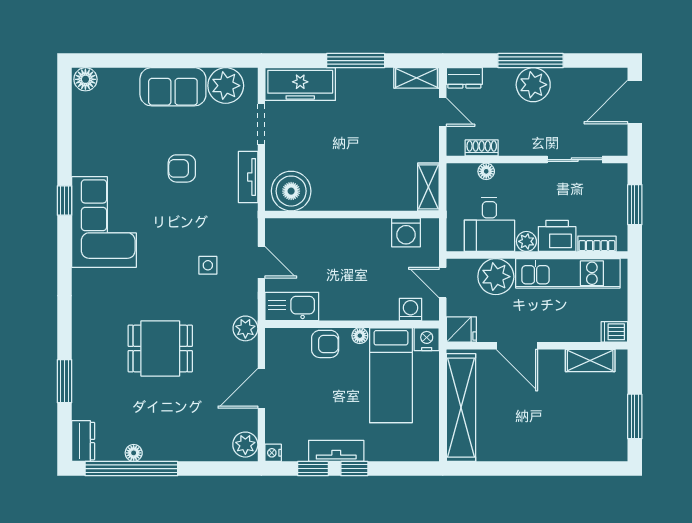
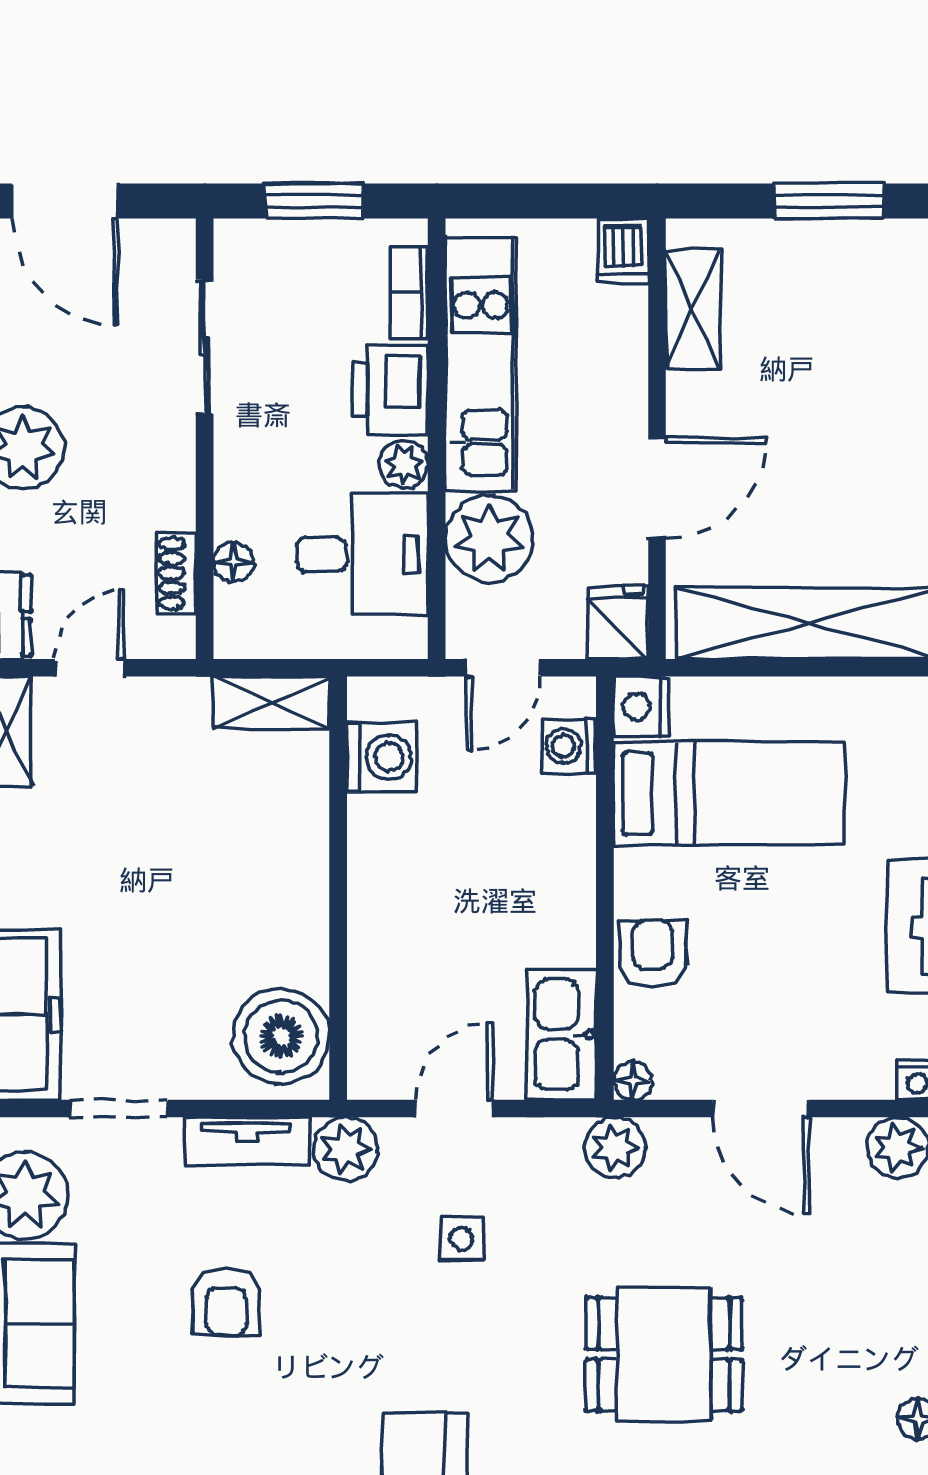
plant: (245, 218) -> (346, 1149), added
floor lamp: (360, 336) -> (633, 1081), moved
dining table: (160, 349) -> (664, 1354), turned 90

